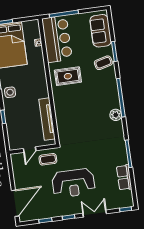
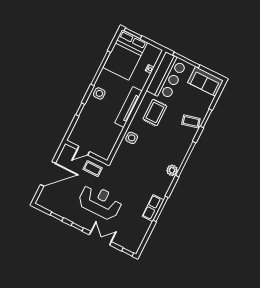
sofa: (101, 31) -> (205, 81), moved, turned -90
rug: (68, 76) -> (155, 113), turned 90
side table: (63, 111) -> (132, 138), added
tv unit: (47, 119) -> (129, 107), moved
row of seats: (124, 177) -> (153, 208), moved
reception desk: (73, 183) -> (100, 202), turned 180
door: (15, 203) -> (48, 174), moved

